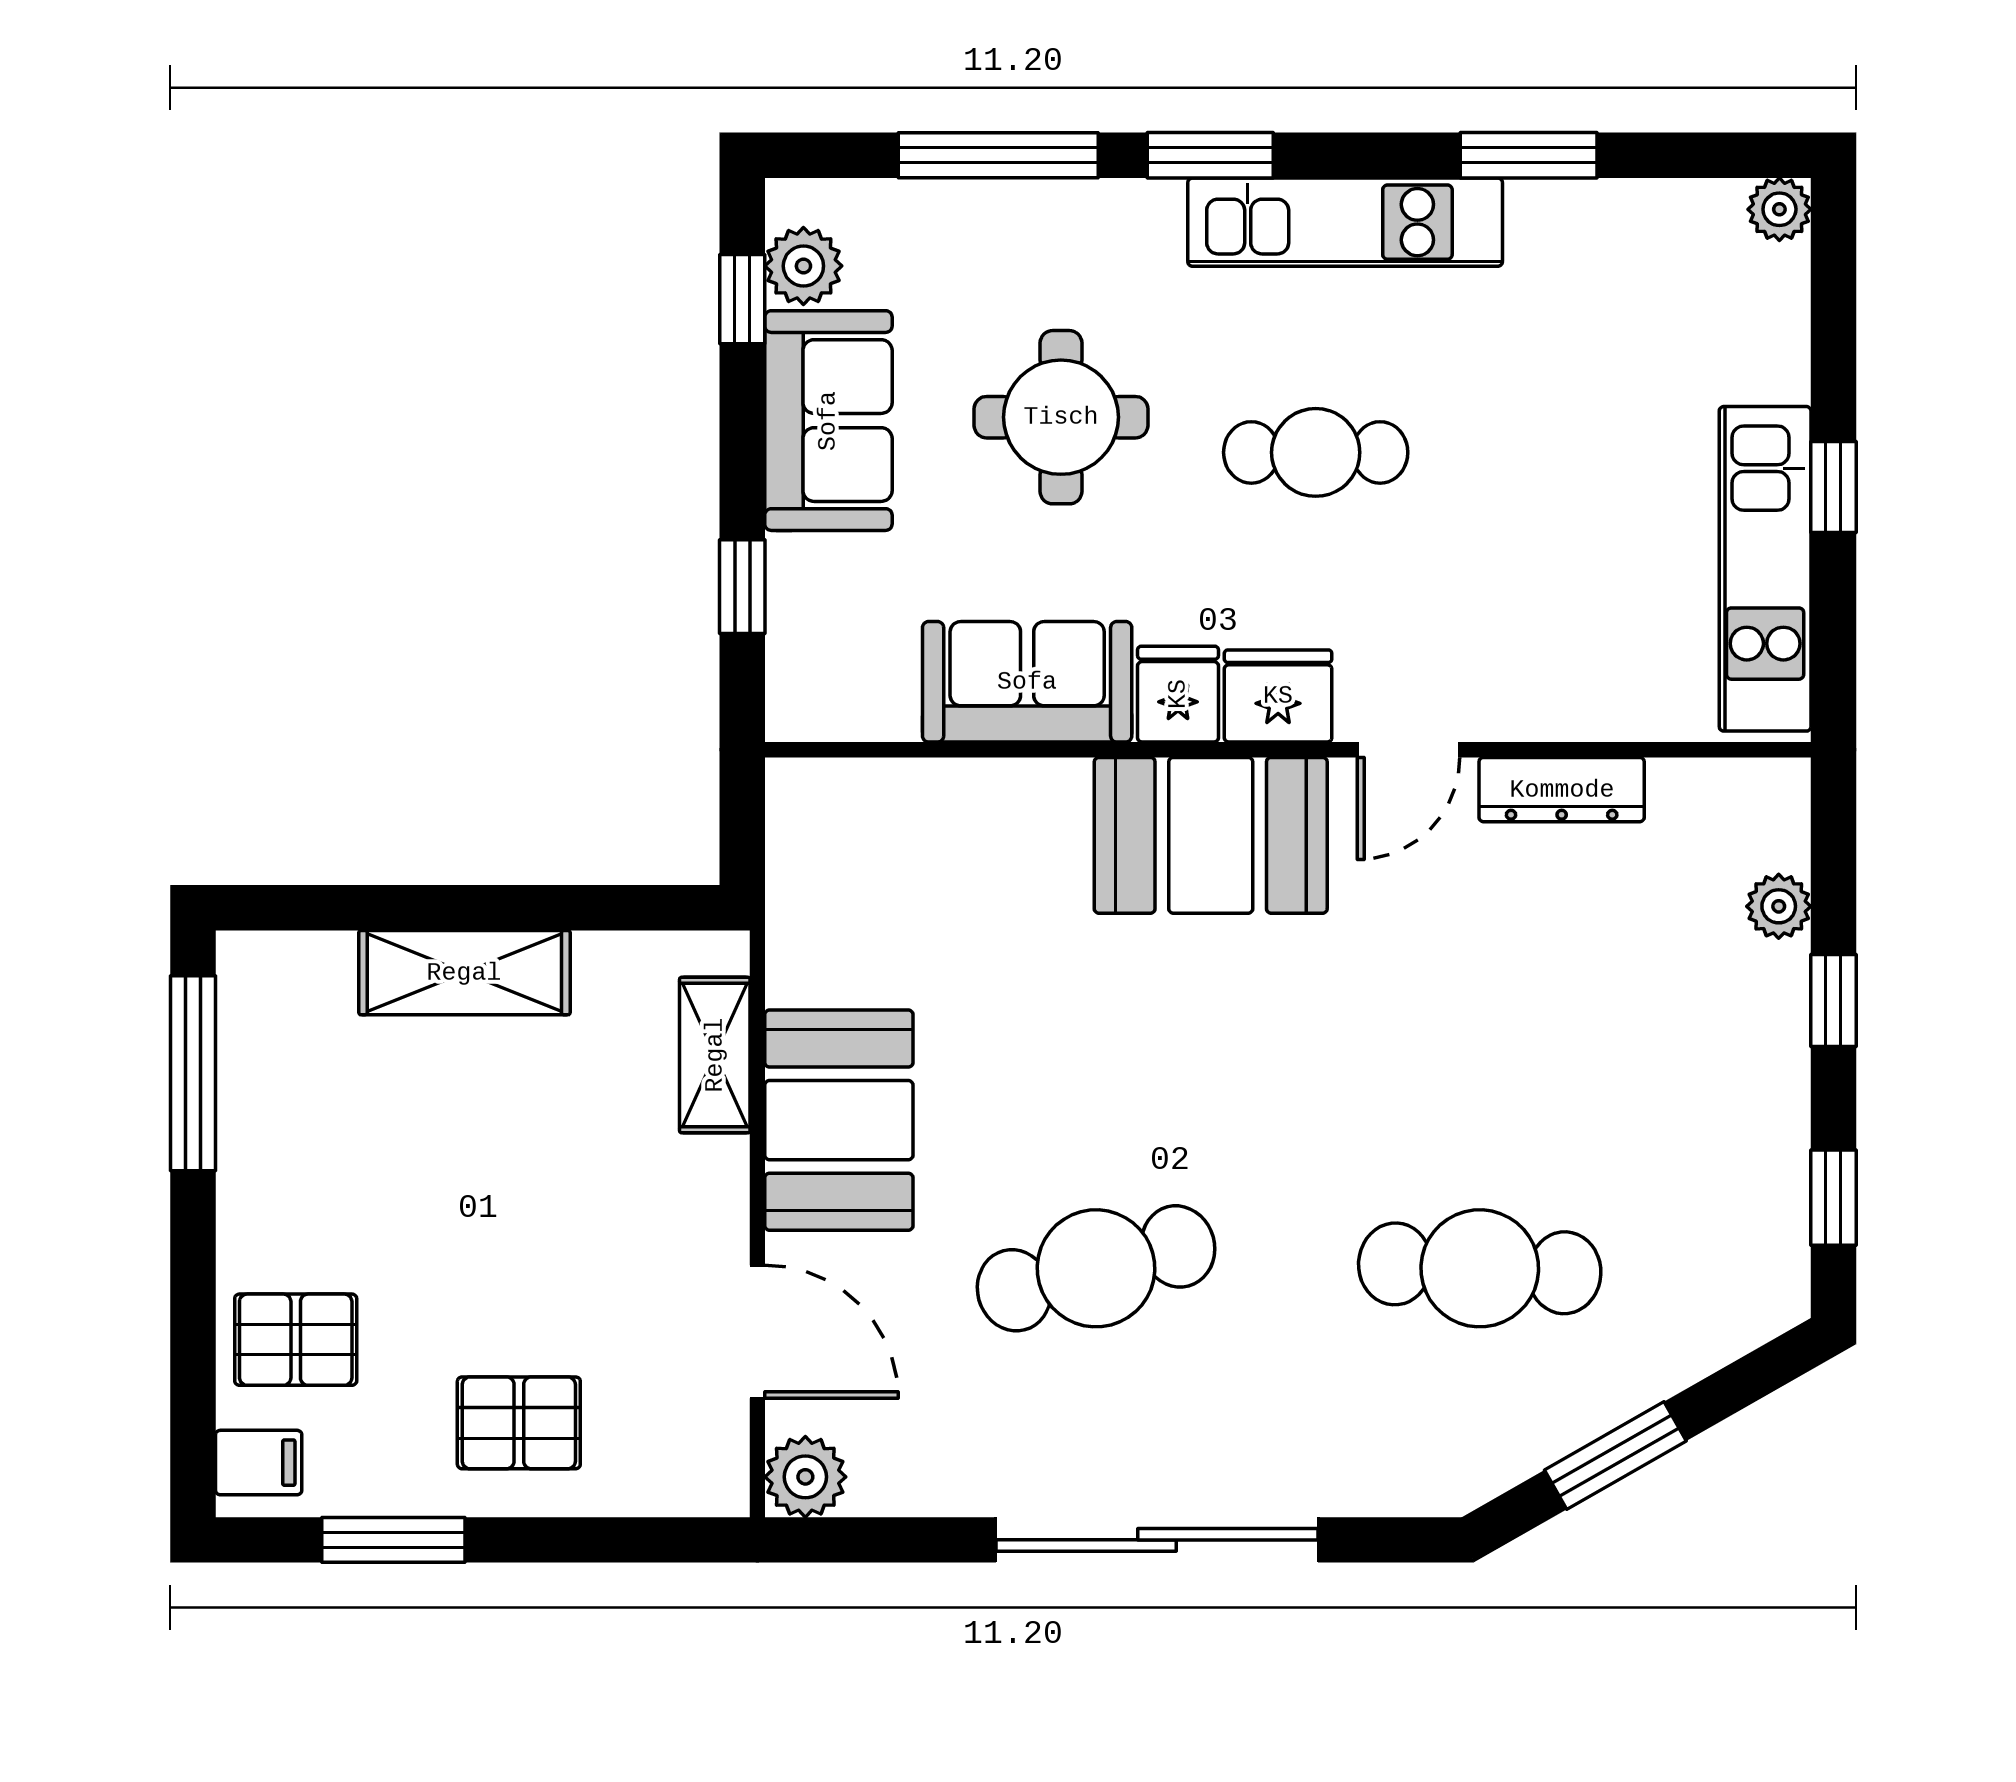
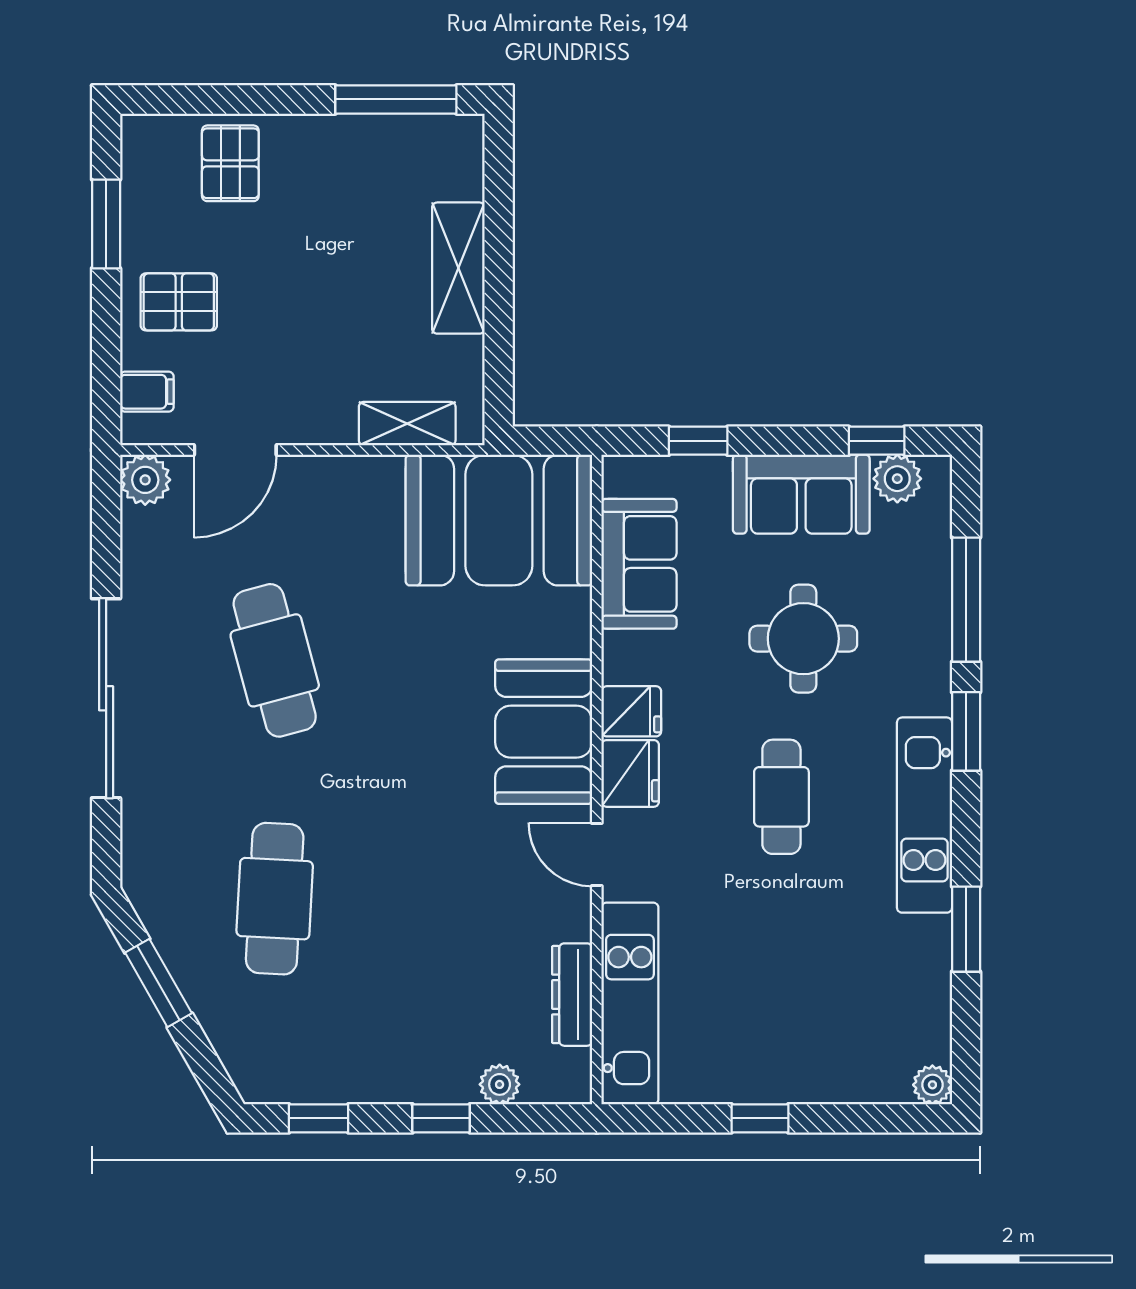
kitchen unit: (1765, 569) -> (630, 1003), moved, turned 90
sofa: (1027, 682) -> (639, 564), moved
dresser: (1562, 790) -> (572, 995), moved
booth: (839, 1120) -> (499, 520), moved, width x1.36, depth x1.42
pallet: (519, 1423) -> (179, 302), turned 90
filing cabinet: (259, 1463) -> (147, 392), moved, turned -90

